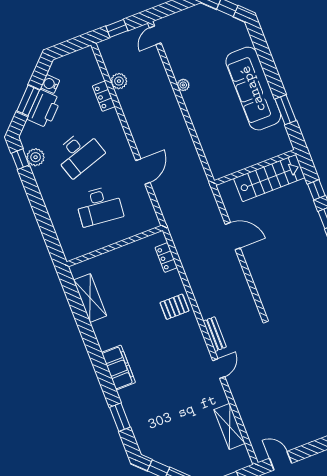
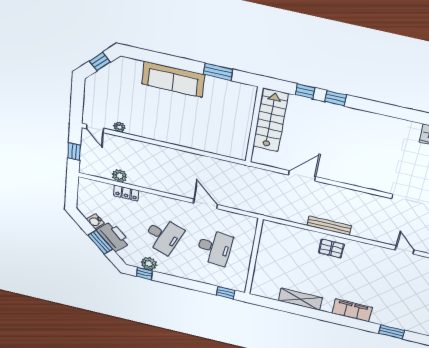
plant: (183, 85) -> (119, 127), moved
sofa: (253, 89) -> (173, 79), width x0.74, depth x0.79
desk: (79, 153) -> (163, 236), turned 39
window: (53, 245) -> (225, 293), added
locker: (166, 258) -> (287, 230), removed
shelving: (90, 298) -> (300, 299), moved
pallet: (174, 307) -> (331, 248), turned 90
bench: (215, 334) -> (329, 226), moved, width x1.36

